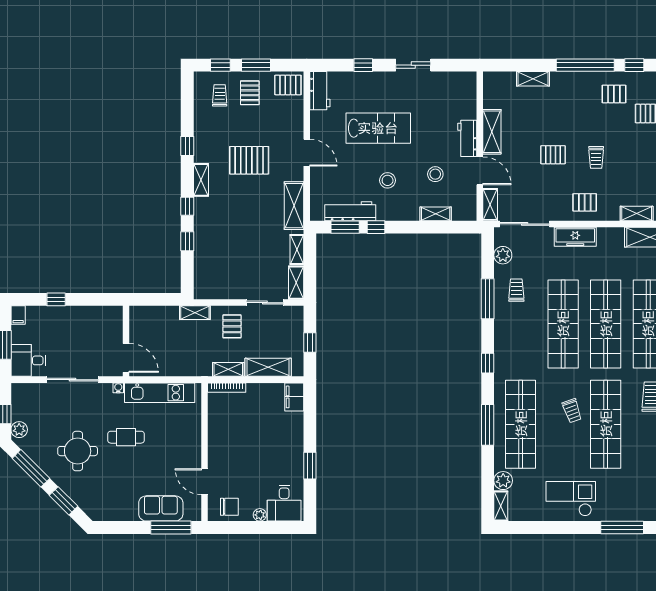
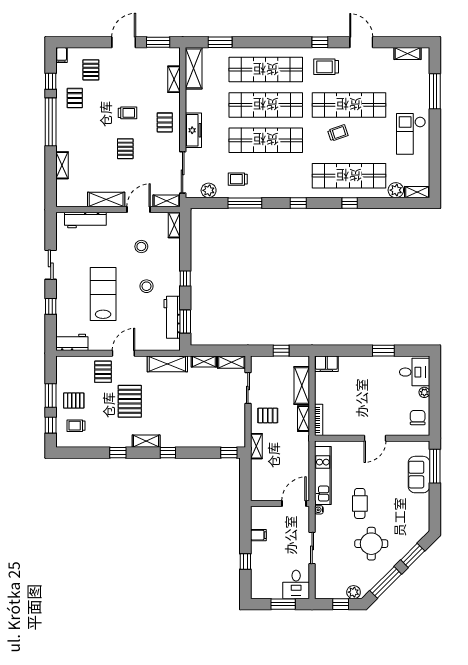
pallet: (288, 85) -> (103, 372), moved
workbench: (467, 138) -> (85, 220), moved, width x1.38
shelving: (436, 214) -> (174, 225), moved
window: (376, 227) -> (185, 279), moved
window: (187, 241) -> (229, 453), moved
filing cabinet: (18, 315) -> (258, 535), moved
sliding door: (72, 380) -> (312, 548), width x0.73
window: (488, 425) -> (350, 203), width x0.46
door: (205, 482) -> (375, 438), moved

